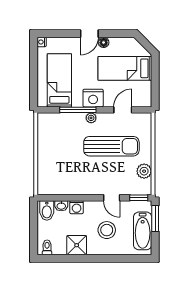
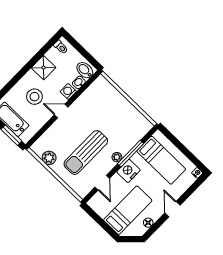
floor lamp: (104, 42) -> (148, 223), moved
door: (112, 198) -> (61, 111), moved
window: (139, 198) -> (35, 138), removed

